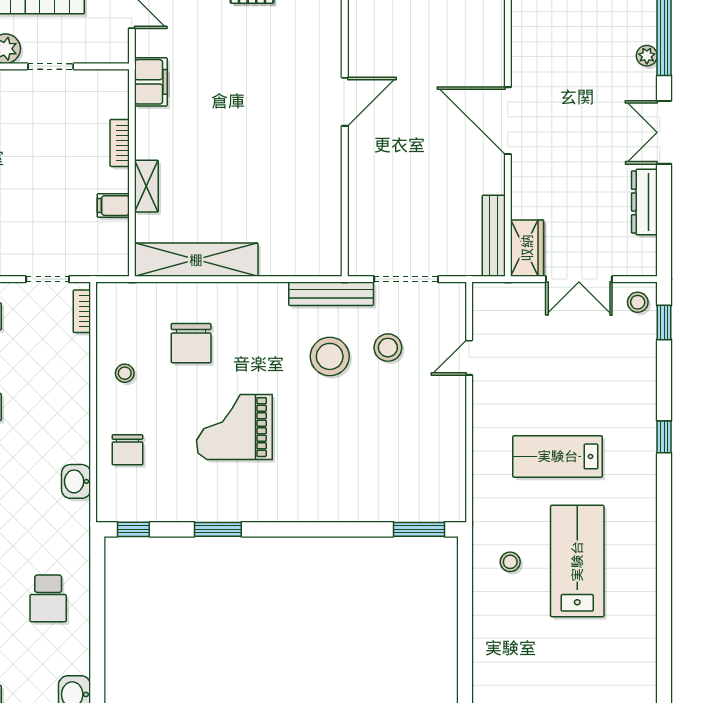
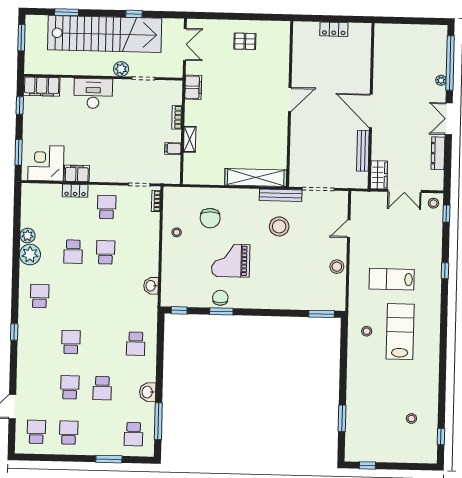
bench: (494, 236) -> (363, 151), moved
shelving: (196, 260) -> (256, 178), moved
stool: (388, 348) -> (337, 267), moved
chair: (127, 450) -> (220, 298), moved, turned 180

